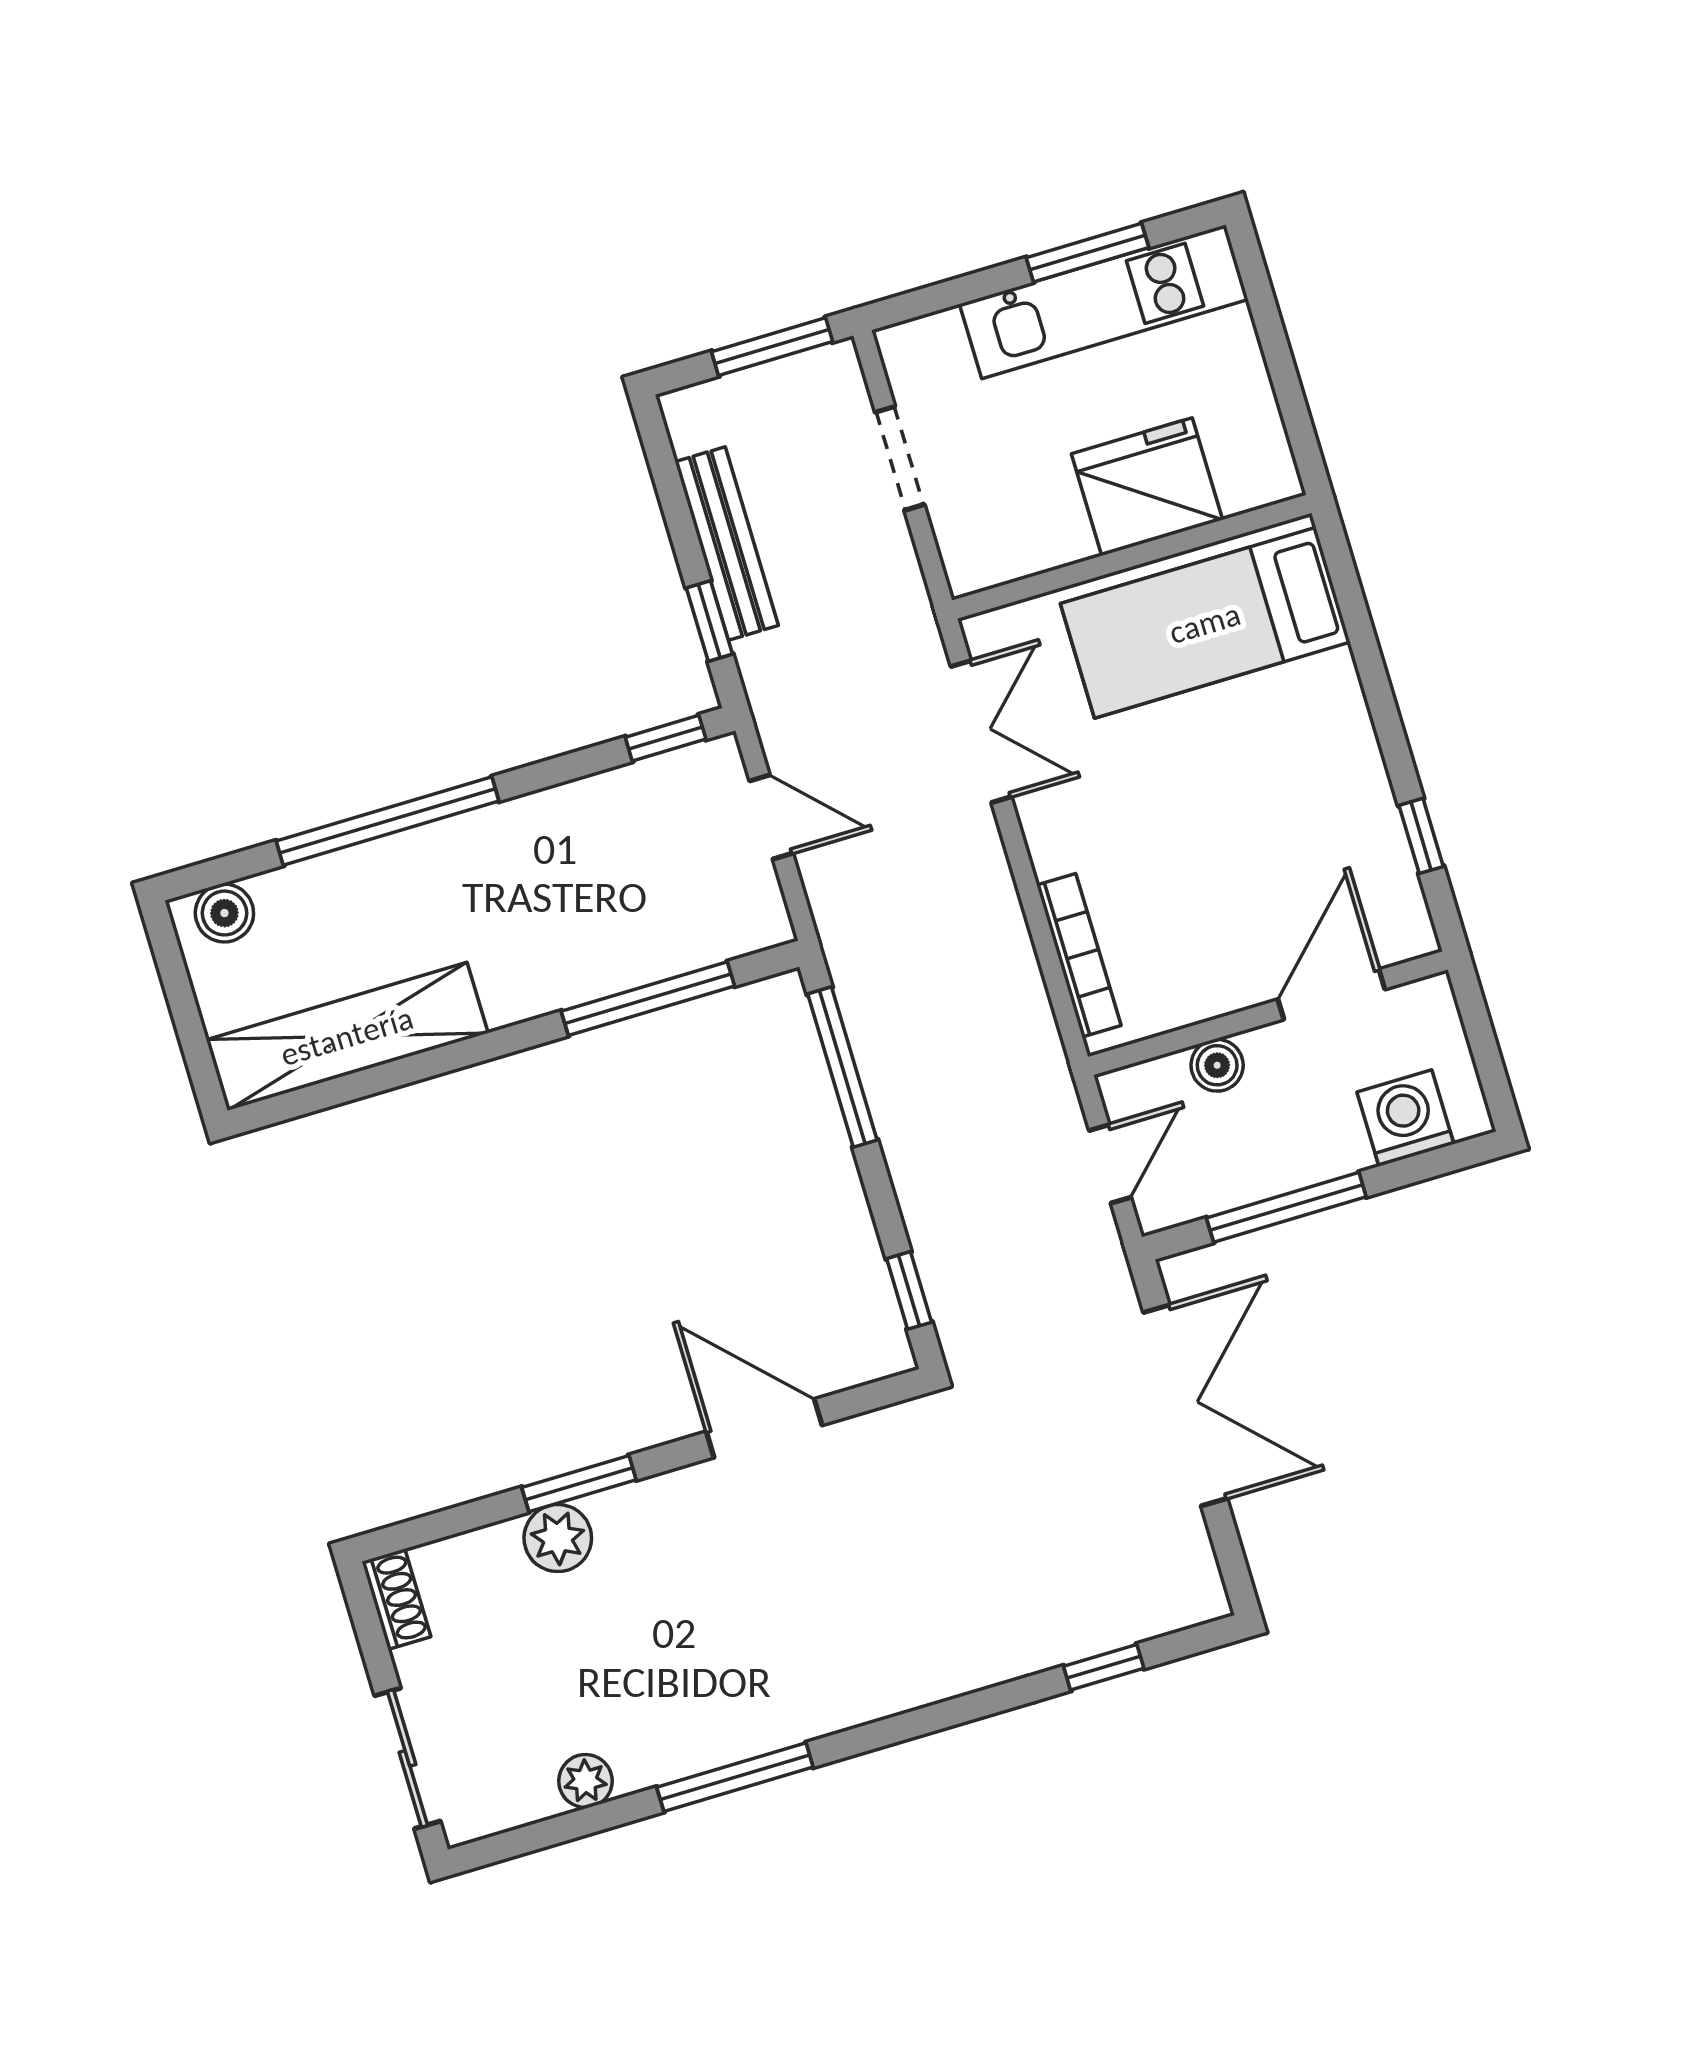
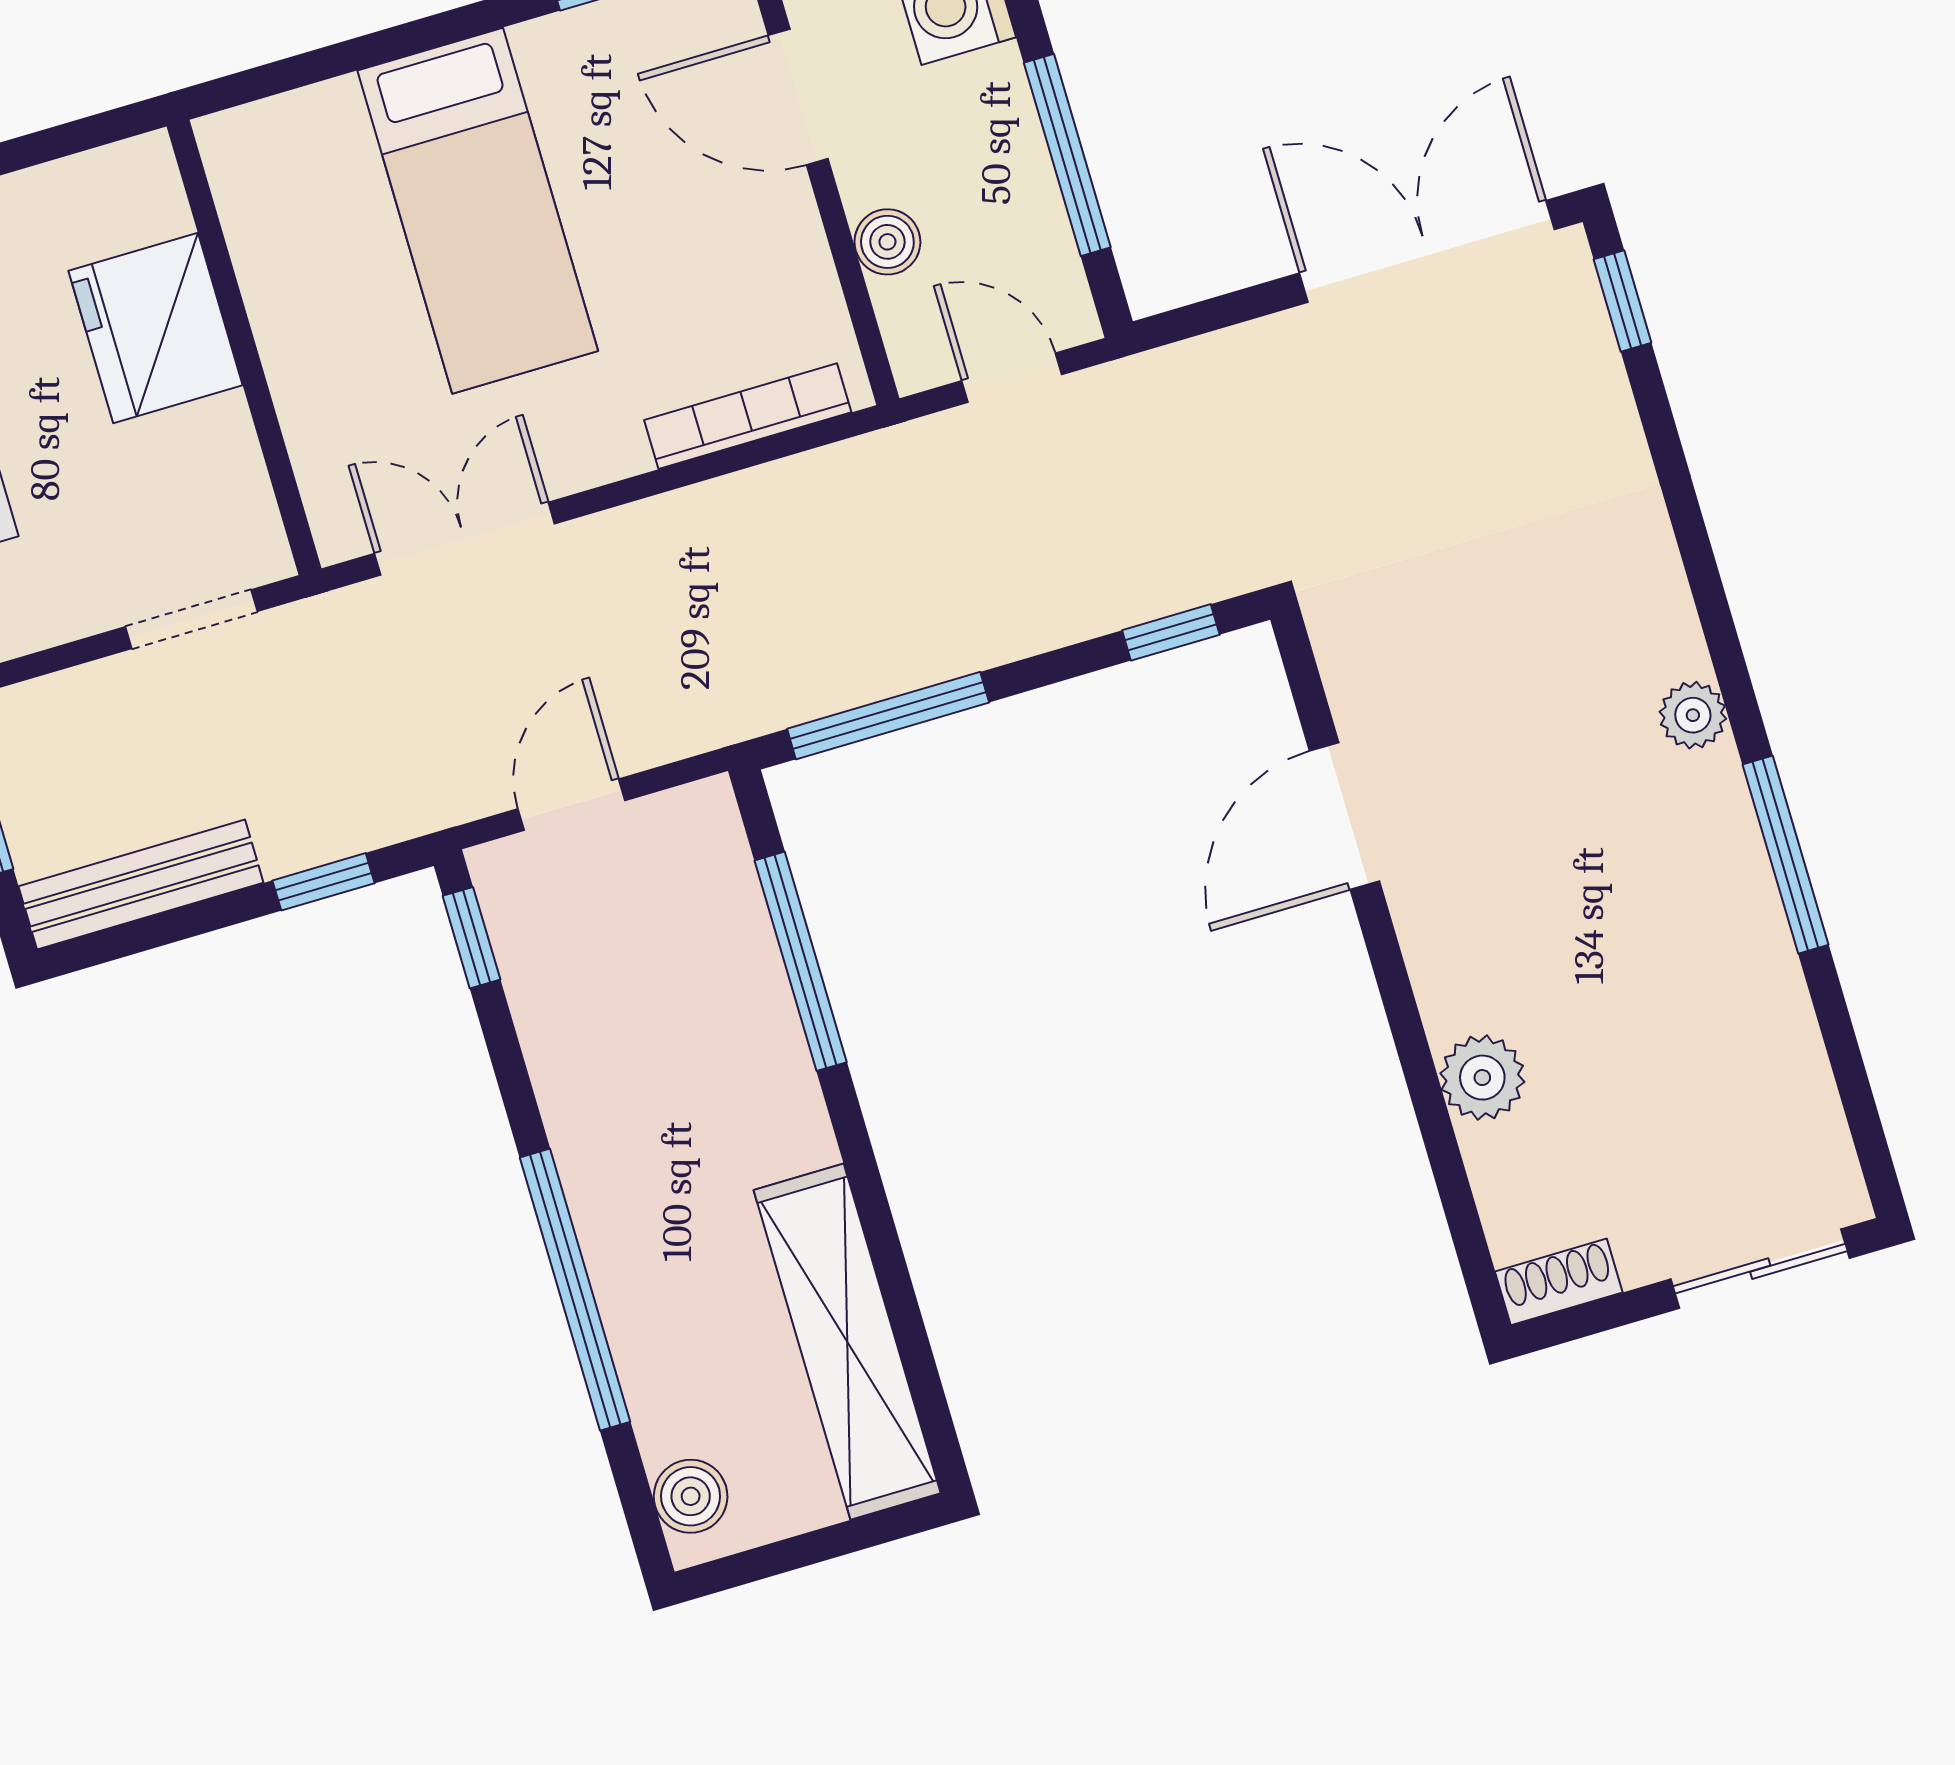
doorway: (900, 458) -> (191, 619), moved
bench: (727, 544) -> (141, 885), moved
bed: (1205, 623) -> (478, 211), moved
double door: (1185, 1405) -> (1427, 251), moved
window: (579, 1484) -> (1413, 1051), removed
window: (1104, 1667) -> (1623, 301), moved
plant: (585, 1781) -> (1693, 715), moved

